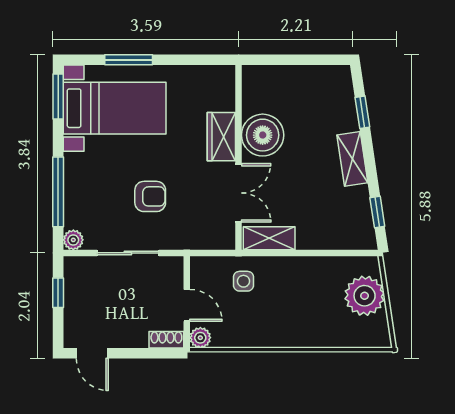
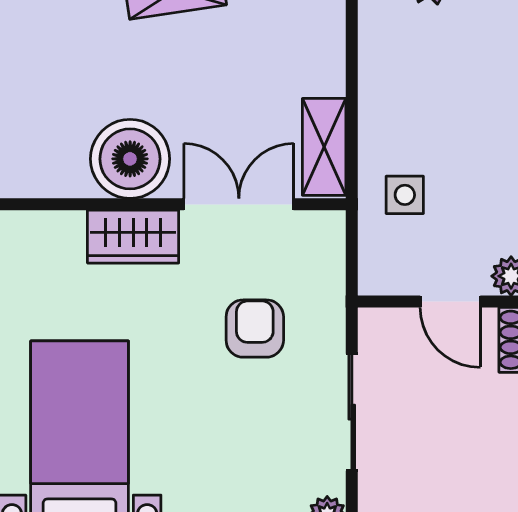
armchair: (150, 196) -> (255, 329), moved
door: (187, 305) -> (450, 301), swing flipped

